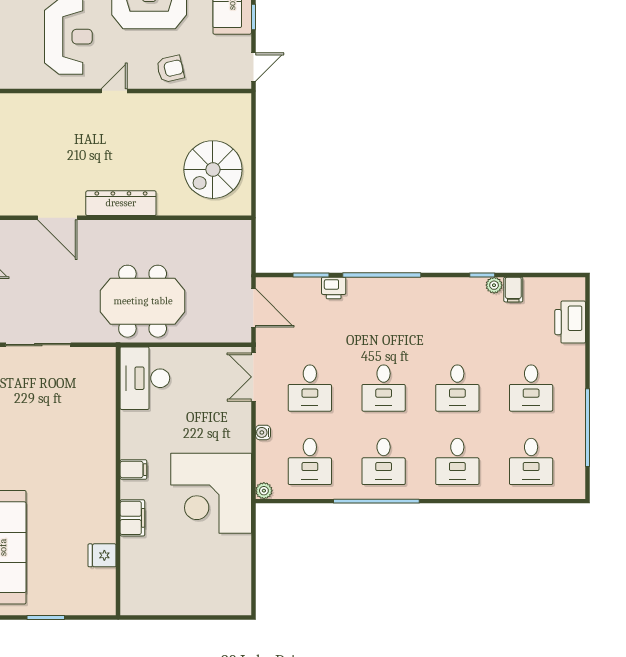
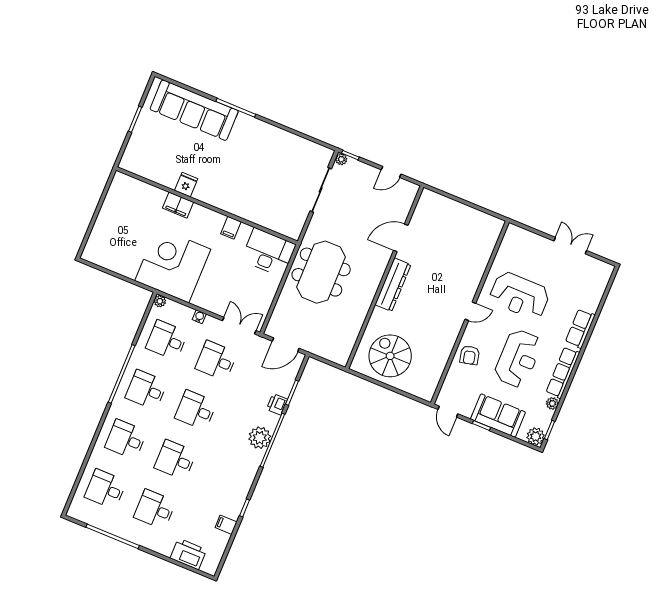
door: (114, 91) -> (470, 311), hinge flipped
plant: (494, 285) -> (260, 438), moved, width x1.87, depth x1.87
filing cabinet: (133, 470) -> (231, 228), moved
fridge: (102, 555) -> (186, 185), moved

